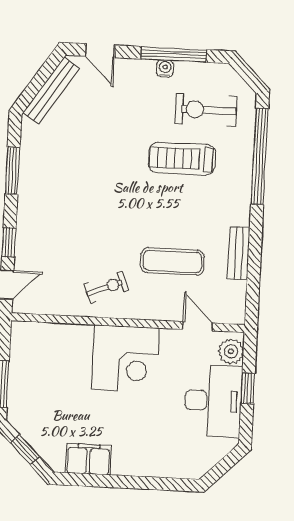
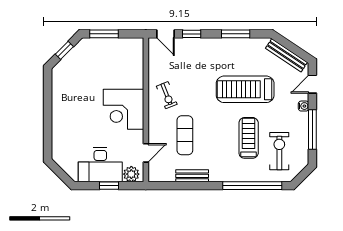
water cooler: (165, 68) -> (304, 106), moved
treadmill: (103, 160) -> (245, 89), added
filing cabinet: (88, 459) -> (60, 90), removed

